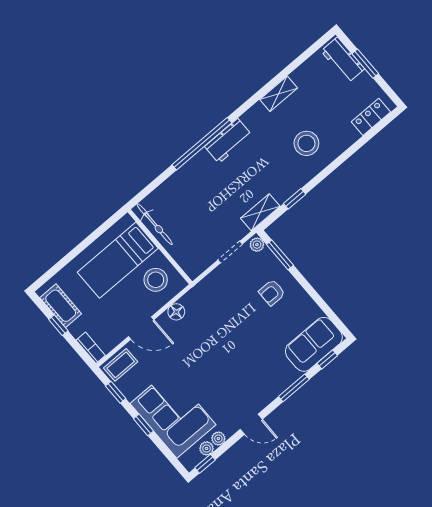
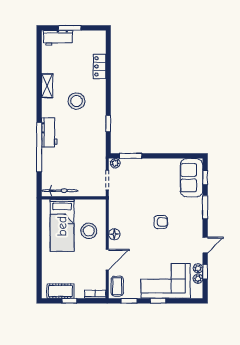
locker: (371, 117) -> (100, 66), moved
stool: (306, 143) -> (77, 101), moved
shelving: (260, 212) -> (100, 147), removed
bicycle: (155, 224) -> (60, 191), moved
wall: (160, 247) -> (74, 198), moved
bed: (118, 260) -> (62, 226), moved
armchair: (272, 293) -> (161, 222), moved, turned -90
window: (205, 464) -> (205, 272), moved

